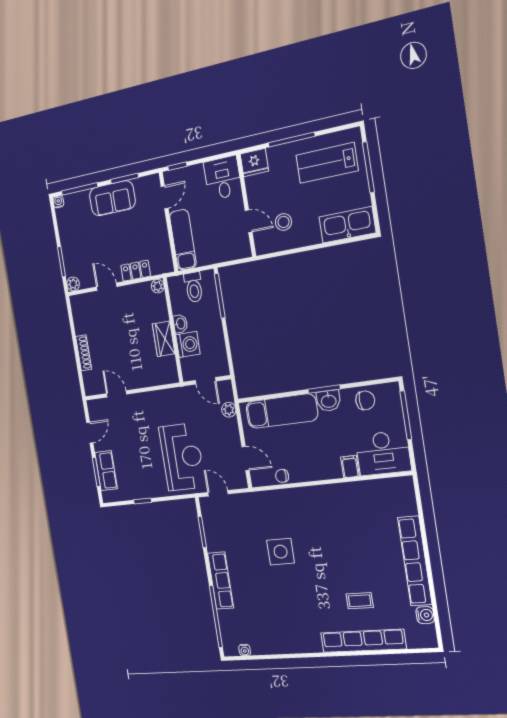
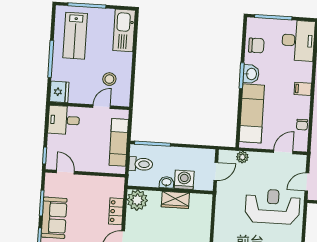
exam couch: (183, 240) -> (119, 142), moved, turned -90
plant: (158, 286) -> (137, 200), width x1.88, depth x1.88
chair: (365, 400) -> (256, 45), turned 93
filing cabinet: (350, 467) -> (303, 89), moved

